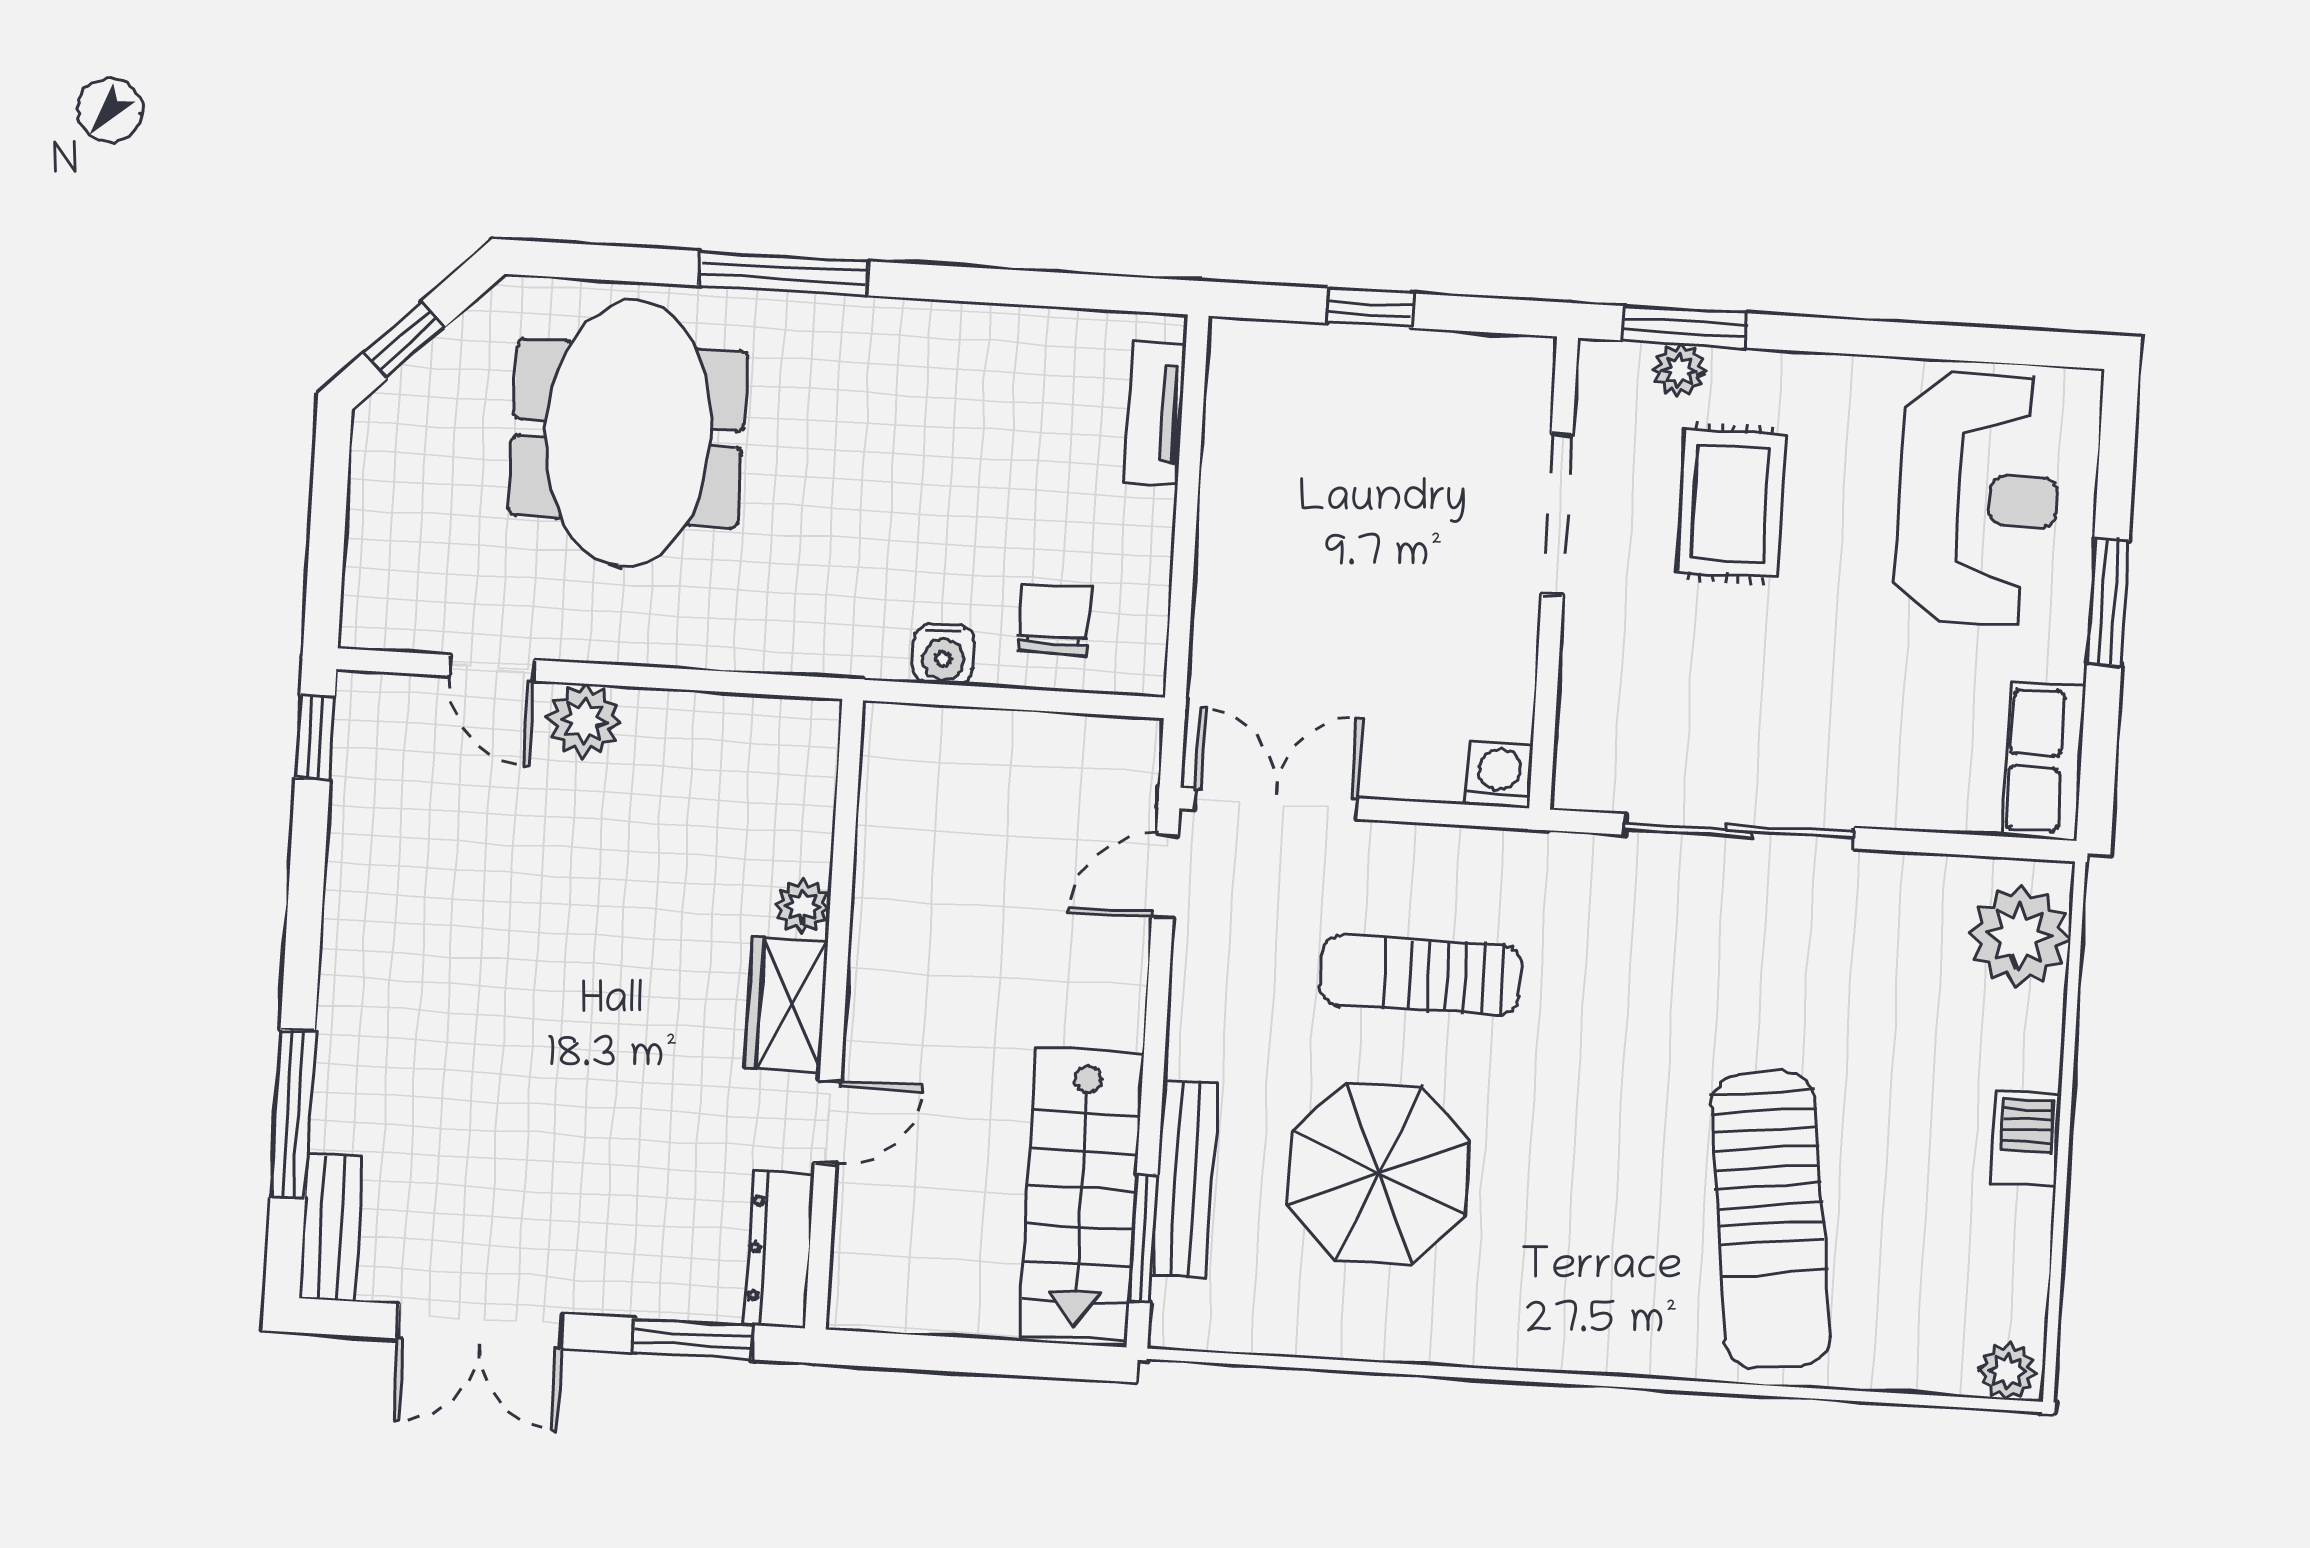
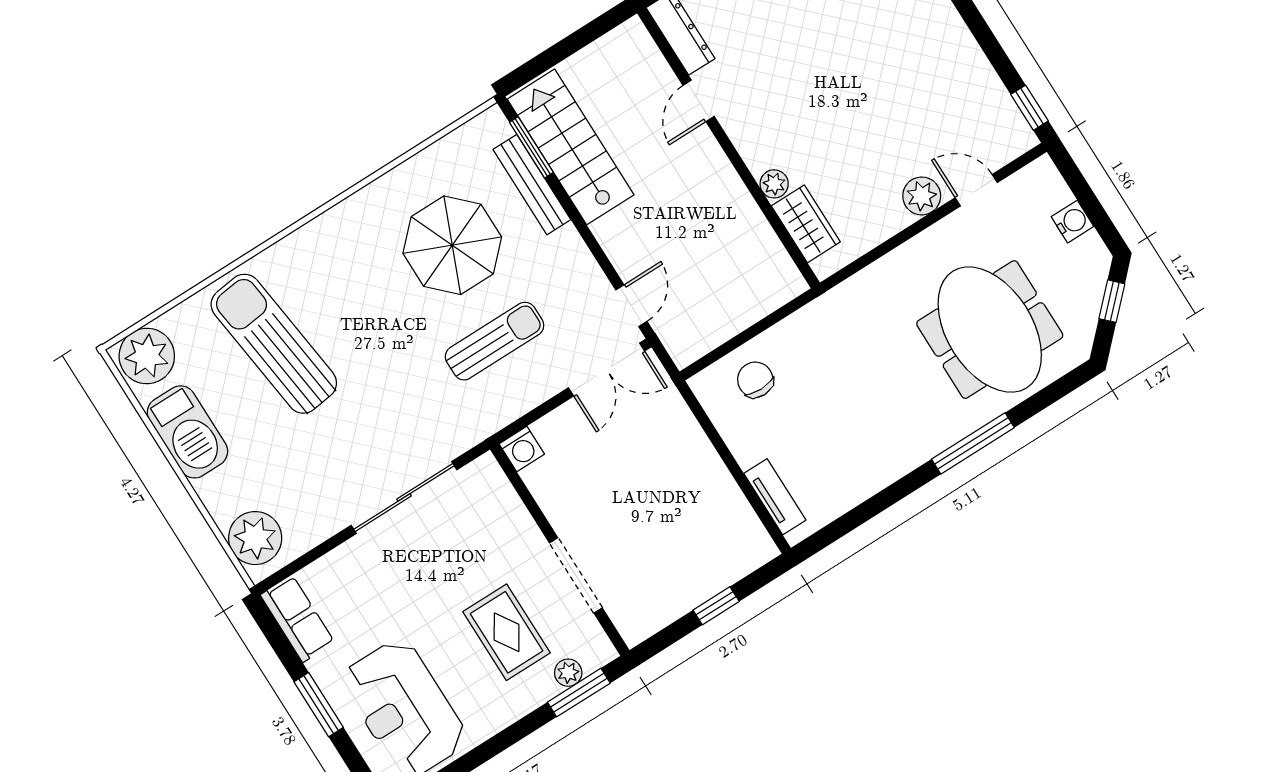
chair: (1054, 620) -> (755, 380), turned 180
water cooler: (943, 654) -> (1072, 222), moved, turned 90
wardrobe: (786, 1004) -> (806, 224), moved
barbecue: (2026, 1139) -> (187, 432), width x1.88, depth x1.53
plant: (2008, 1371) -> (147, 356), width x1.87, depth x1.87

